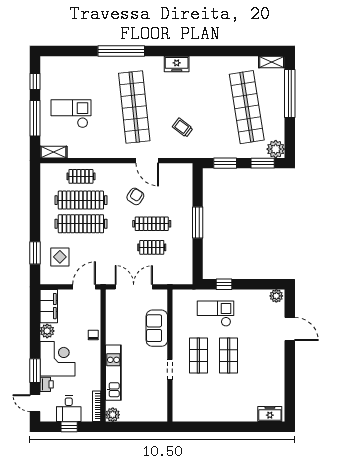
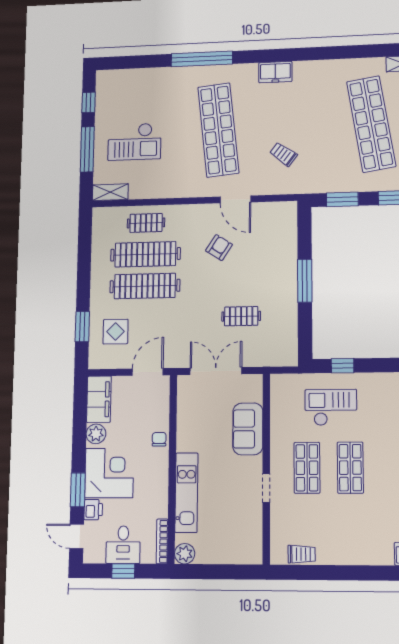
checkout: (71, 114) -> (134, 142), turned 180
clothes rail: (152, 224) -> (241, 284), removed
trolley: (194, 415) -> (302, 554), added

